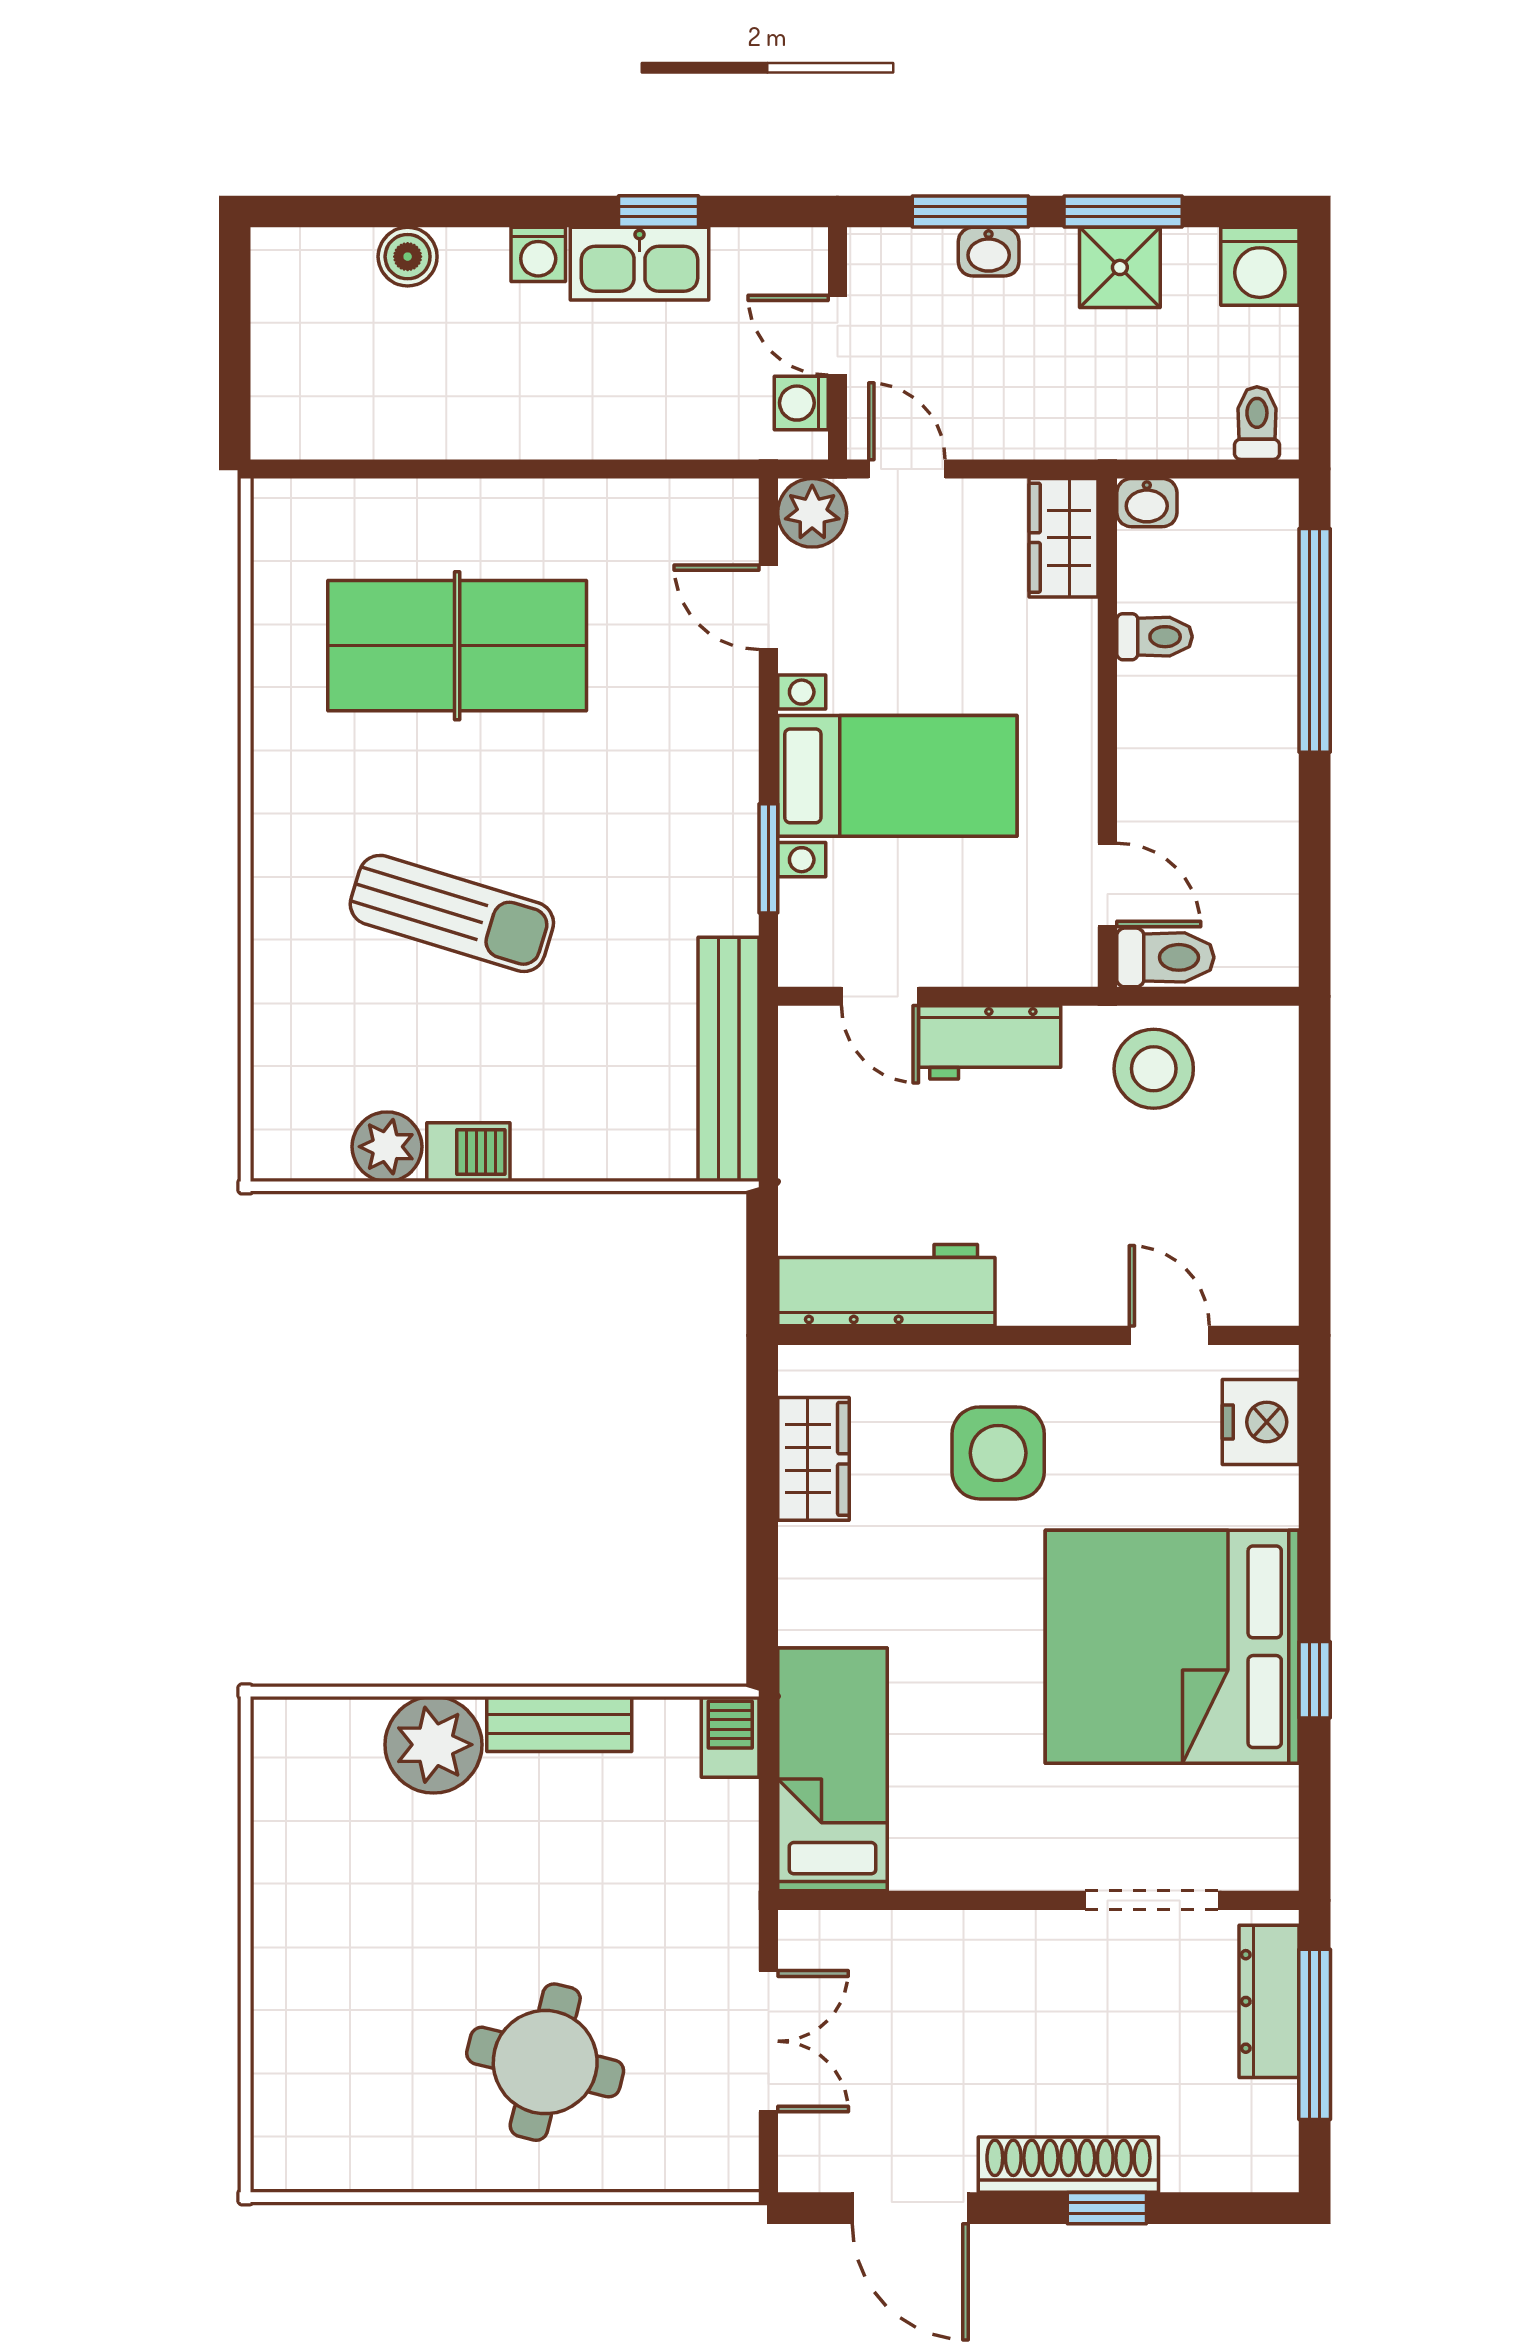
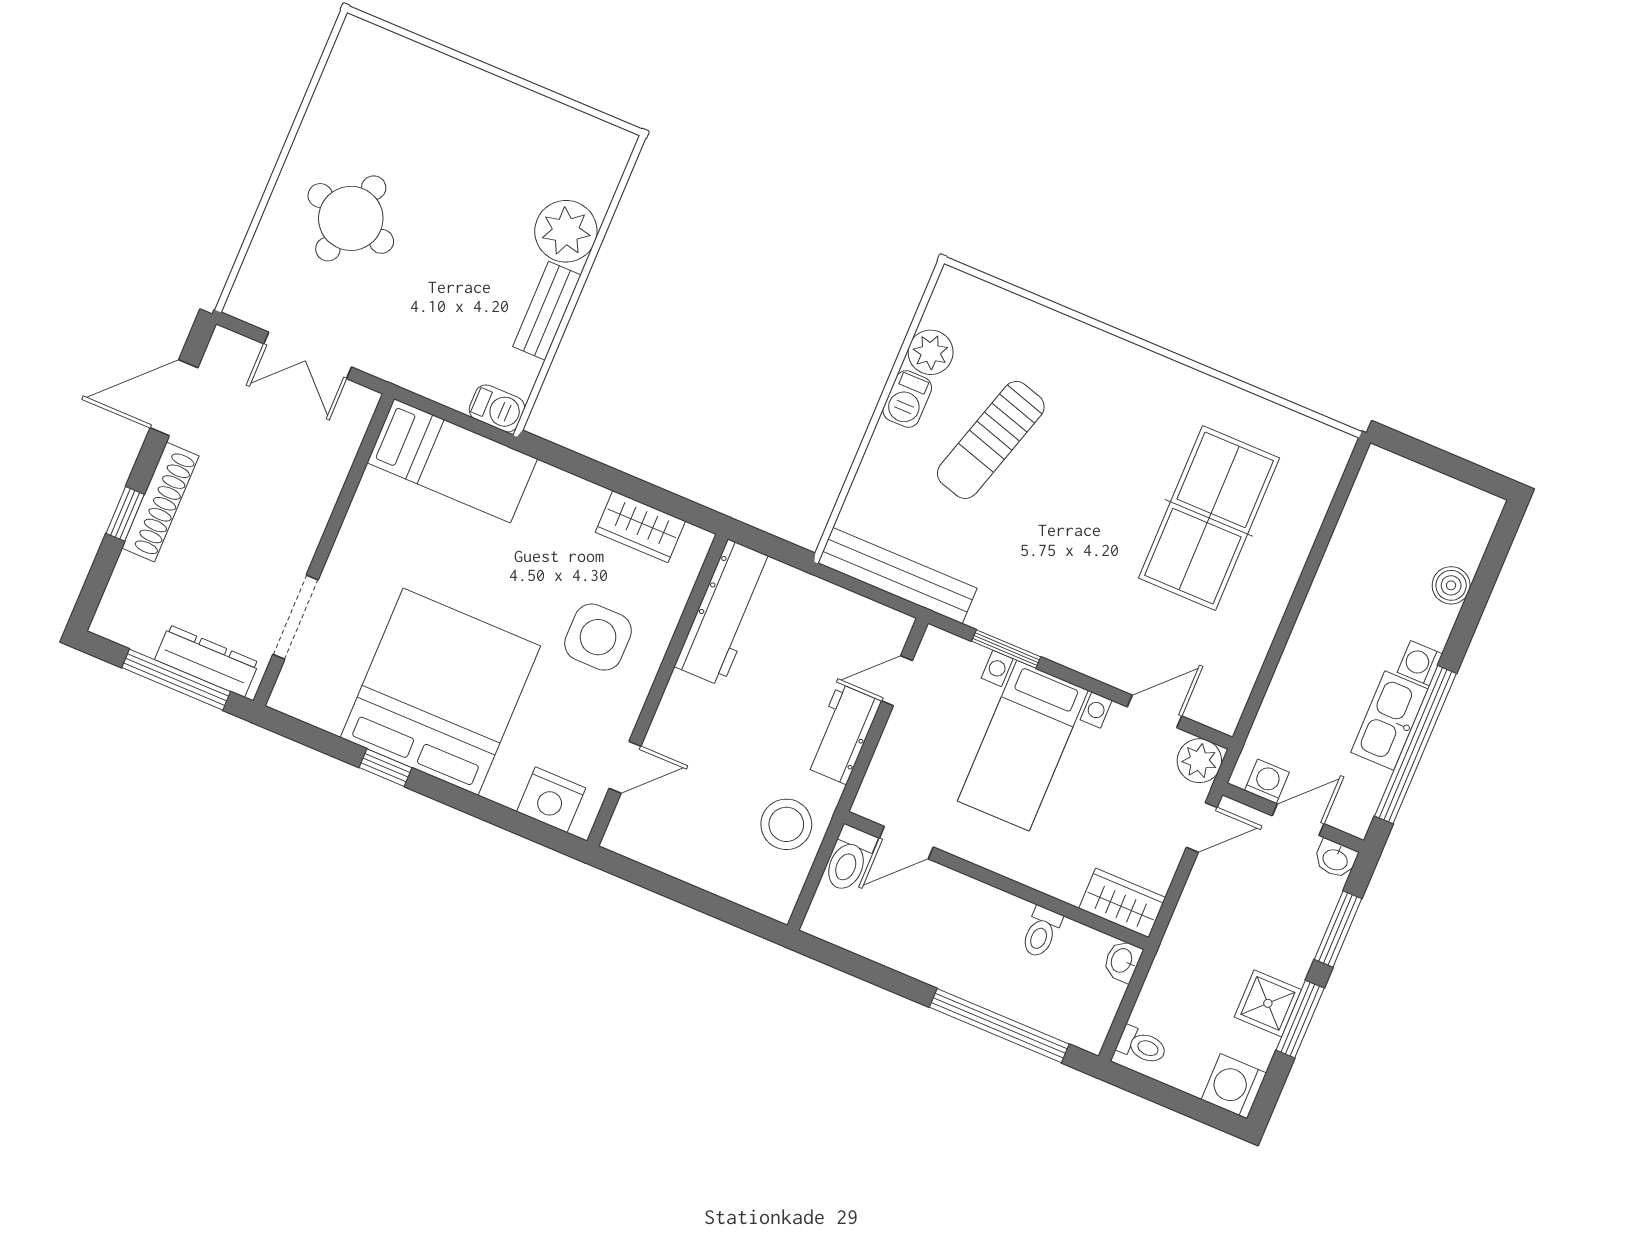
window: (658, 212) -> (1415, 745), width x3.17
washbasin: (989, 252) -> (1335, 859), moved, turned -90
sun lounger: (452, 913) -> (991, 440), moved

